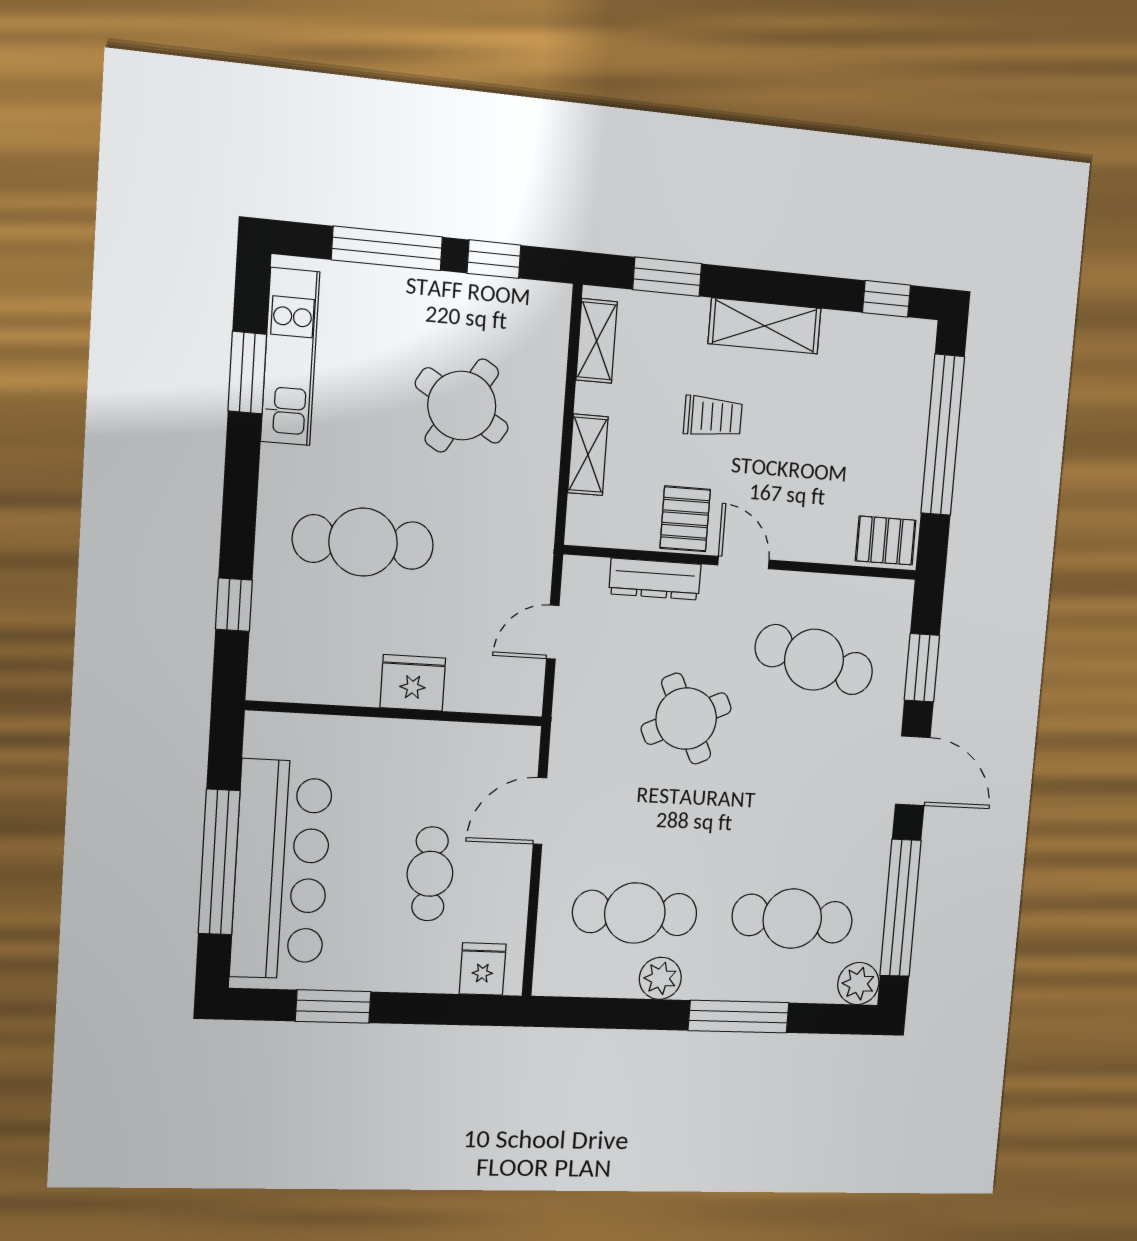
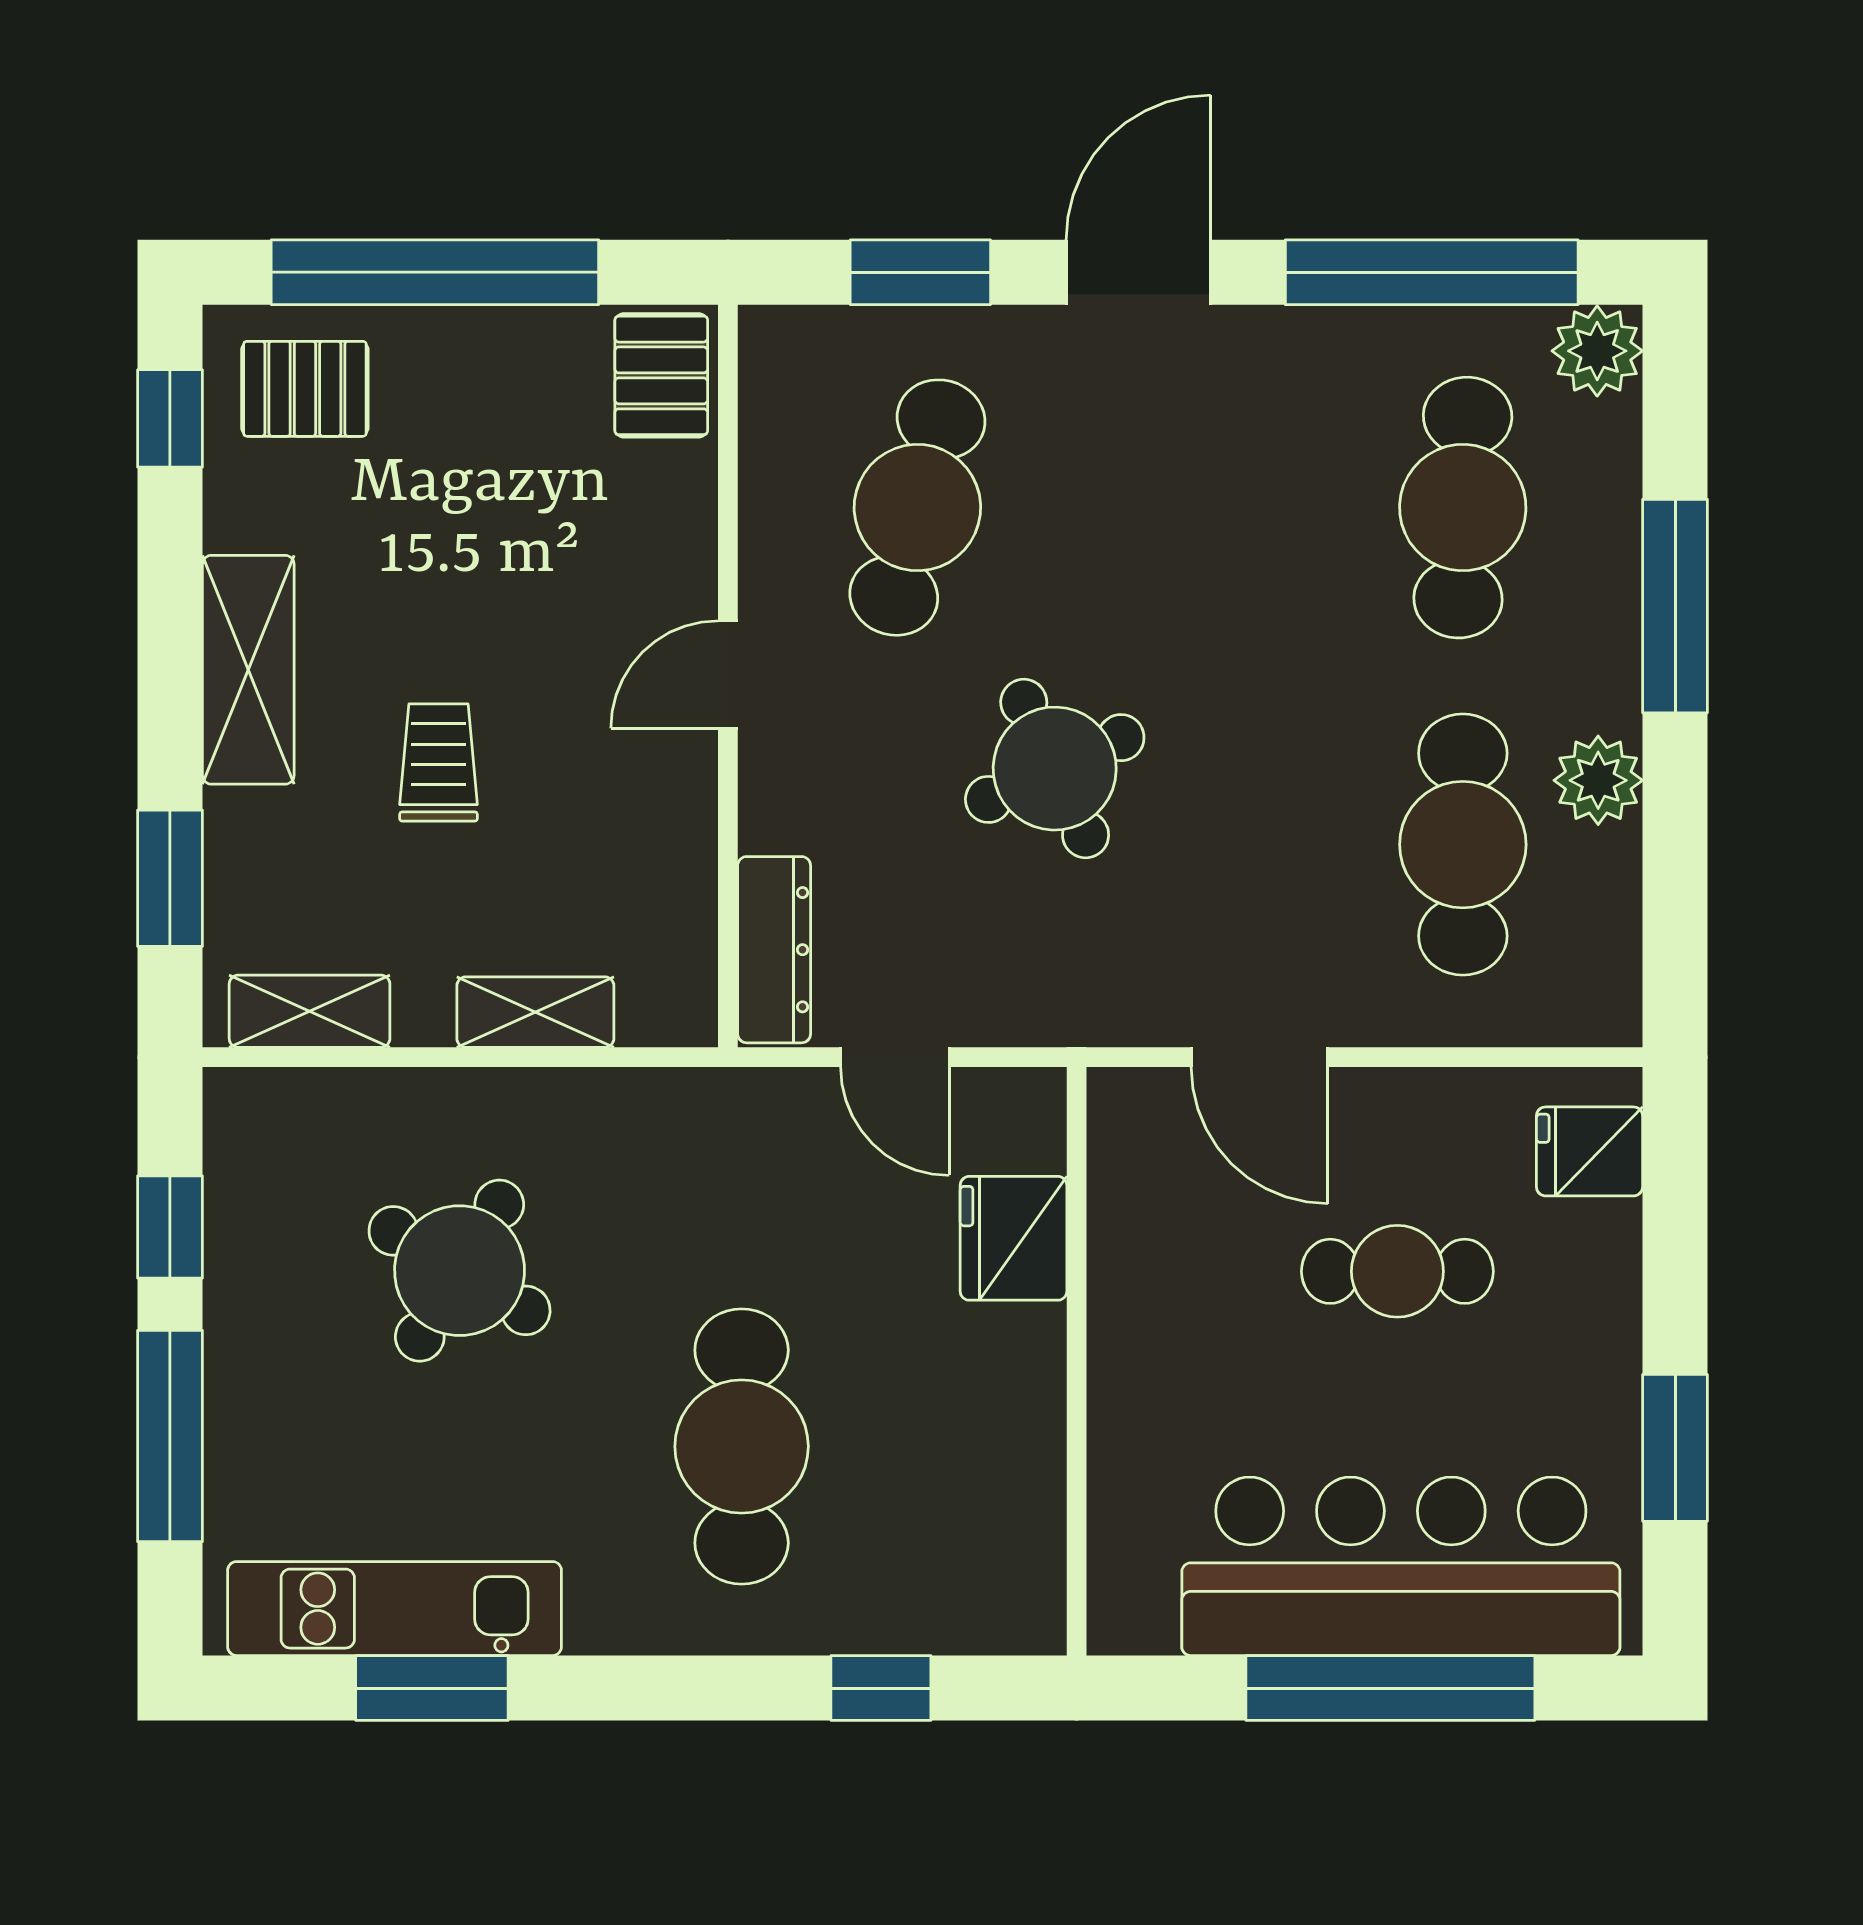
pallet: (685, 519) -> (305, 389), moved
dresser: (655, 579) -> (774, 950), moved
fridge: (413, 683) -> (1014, 1238), moved

